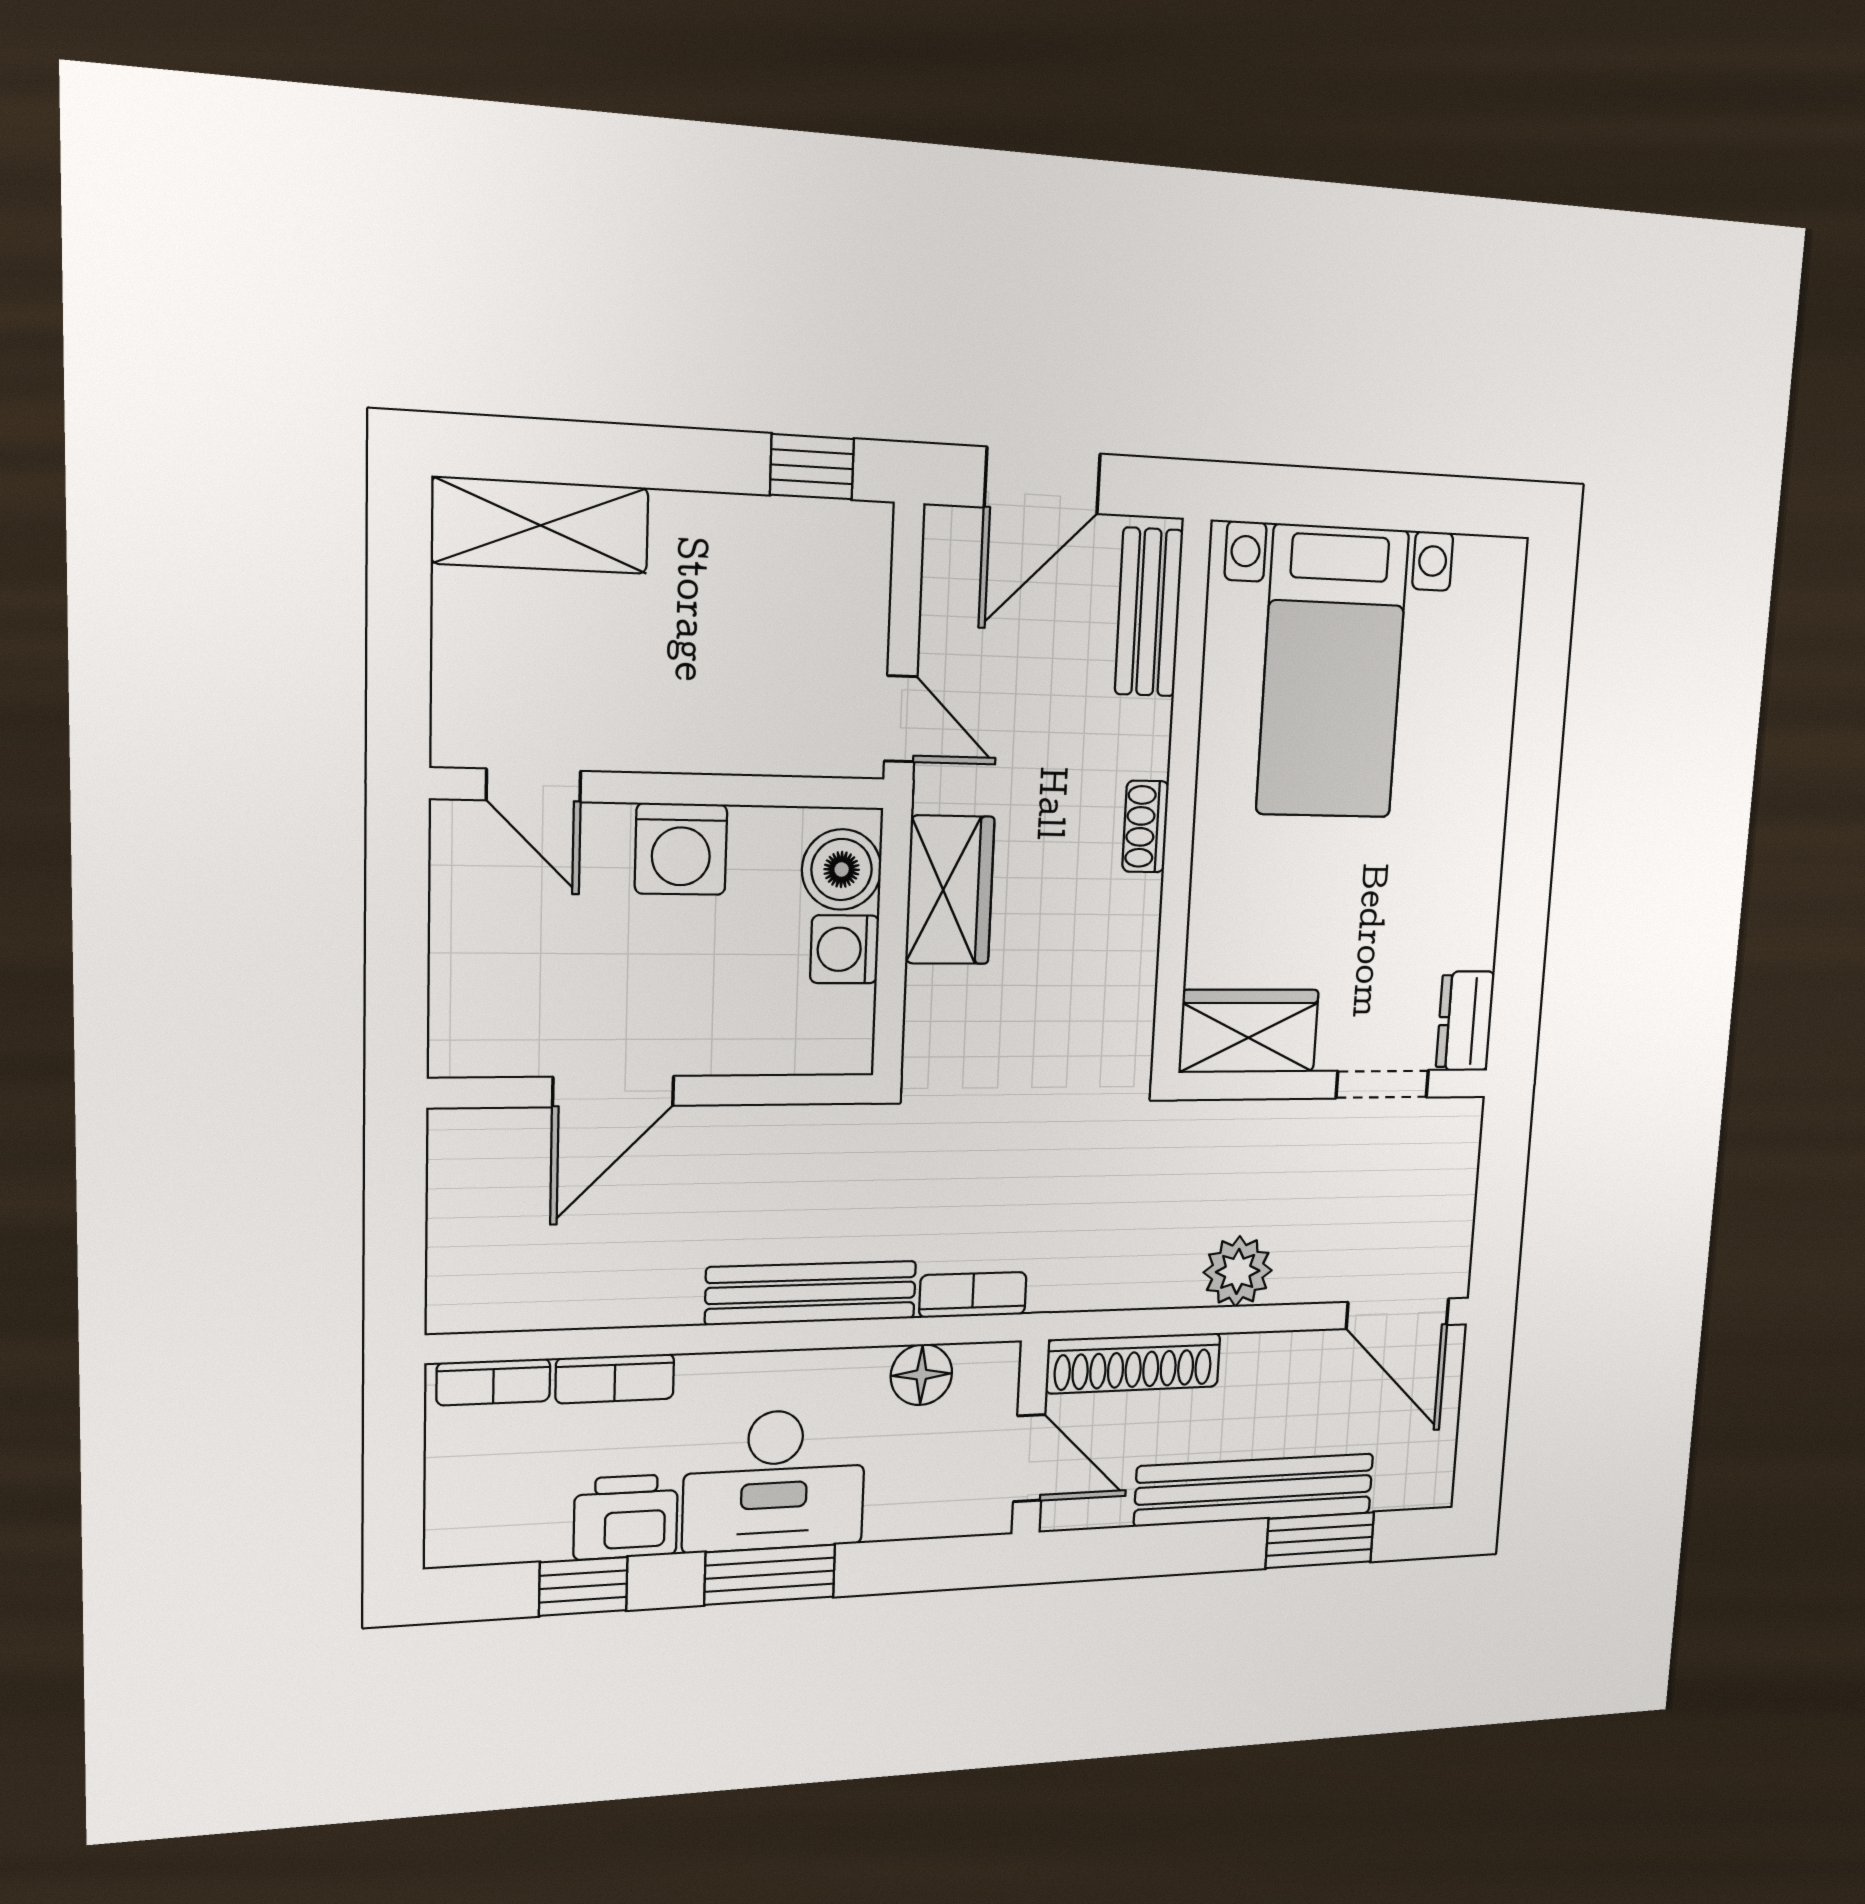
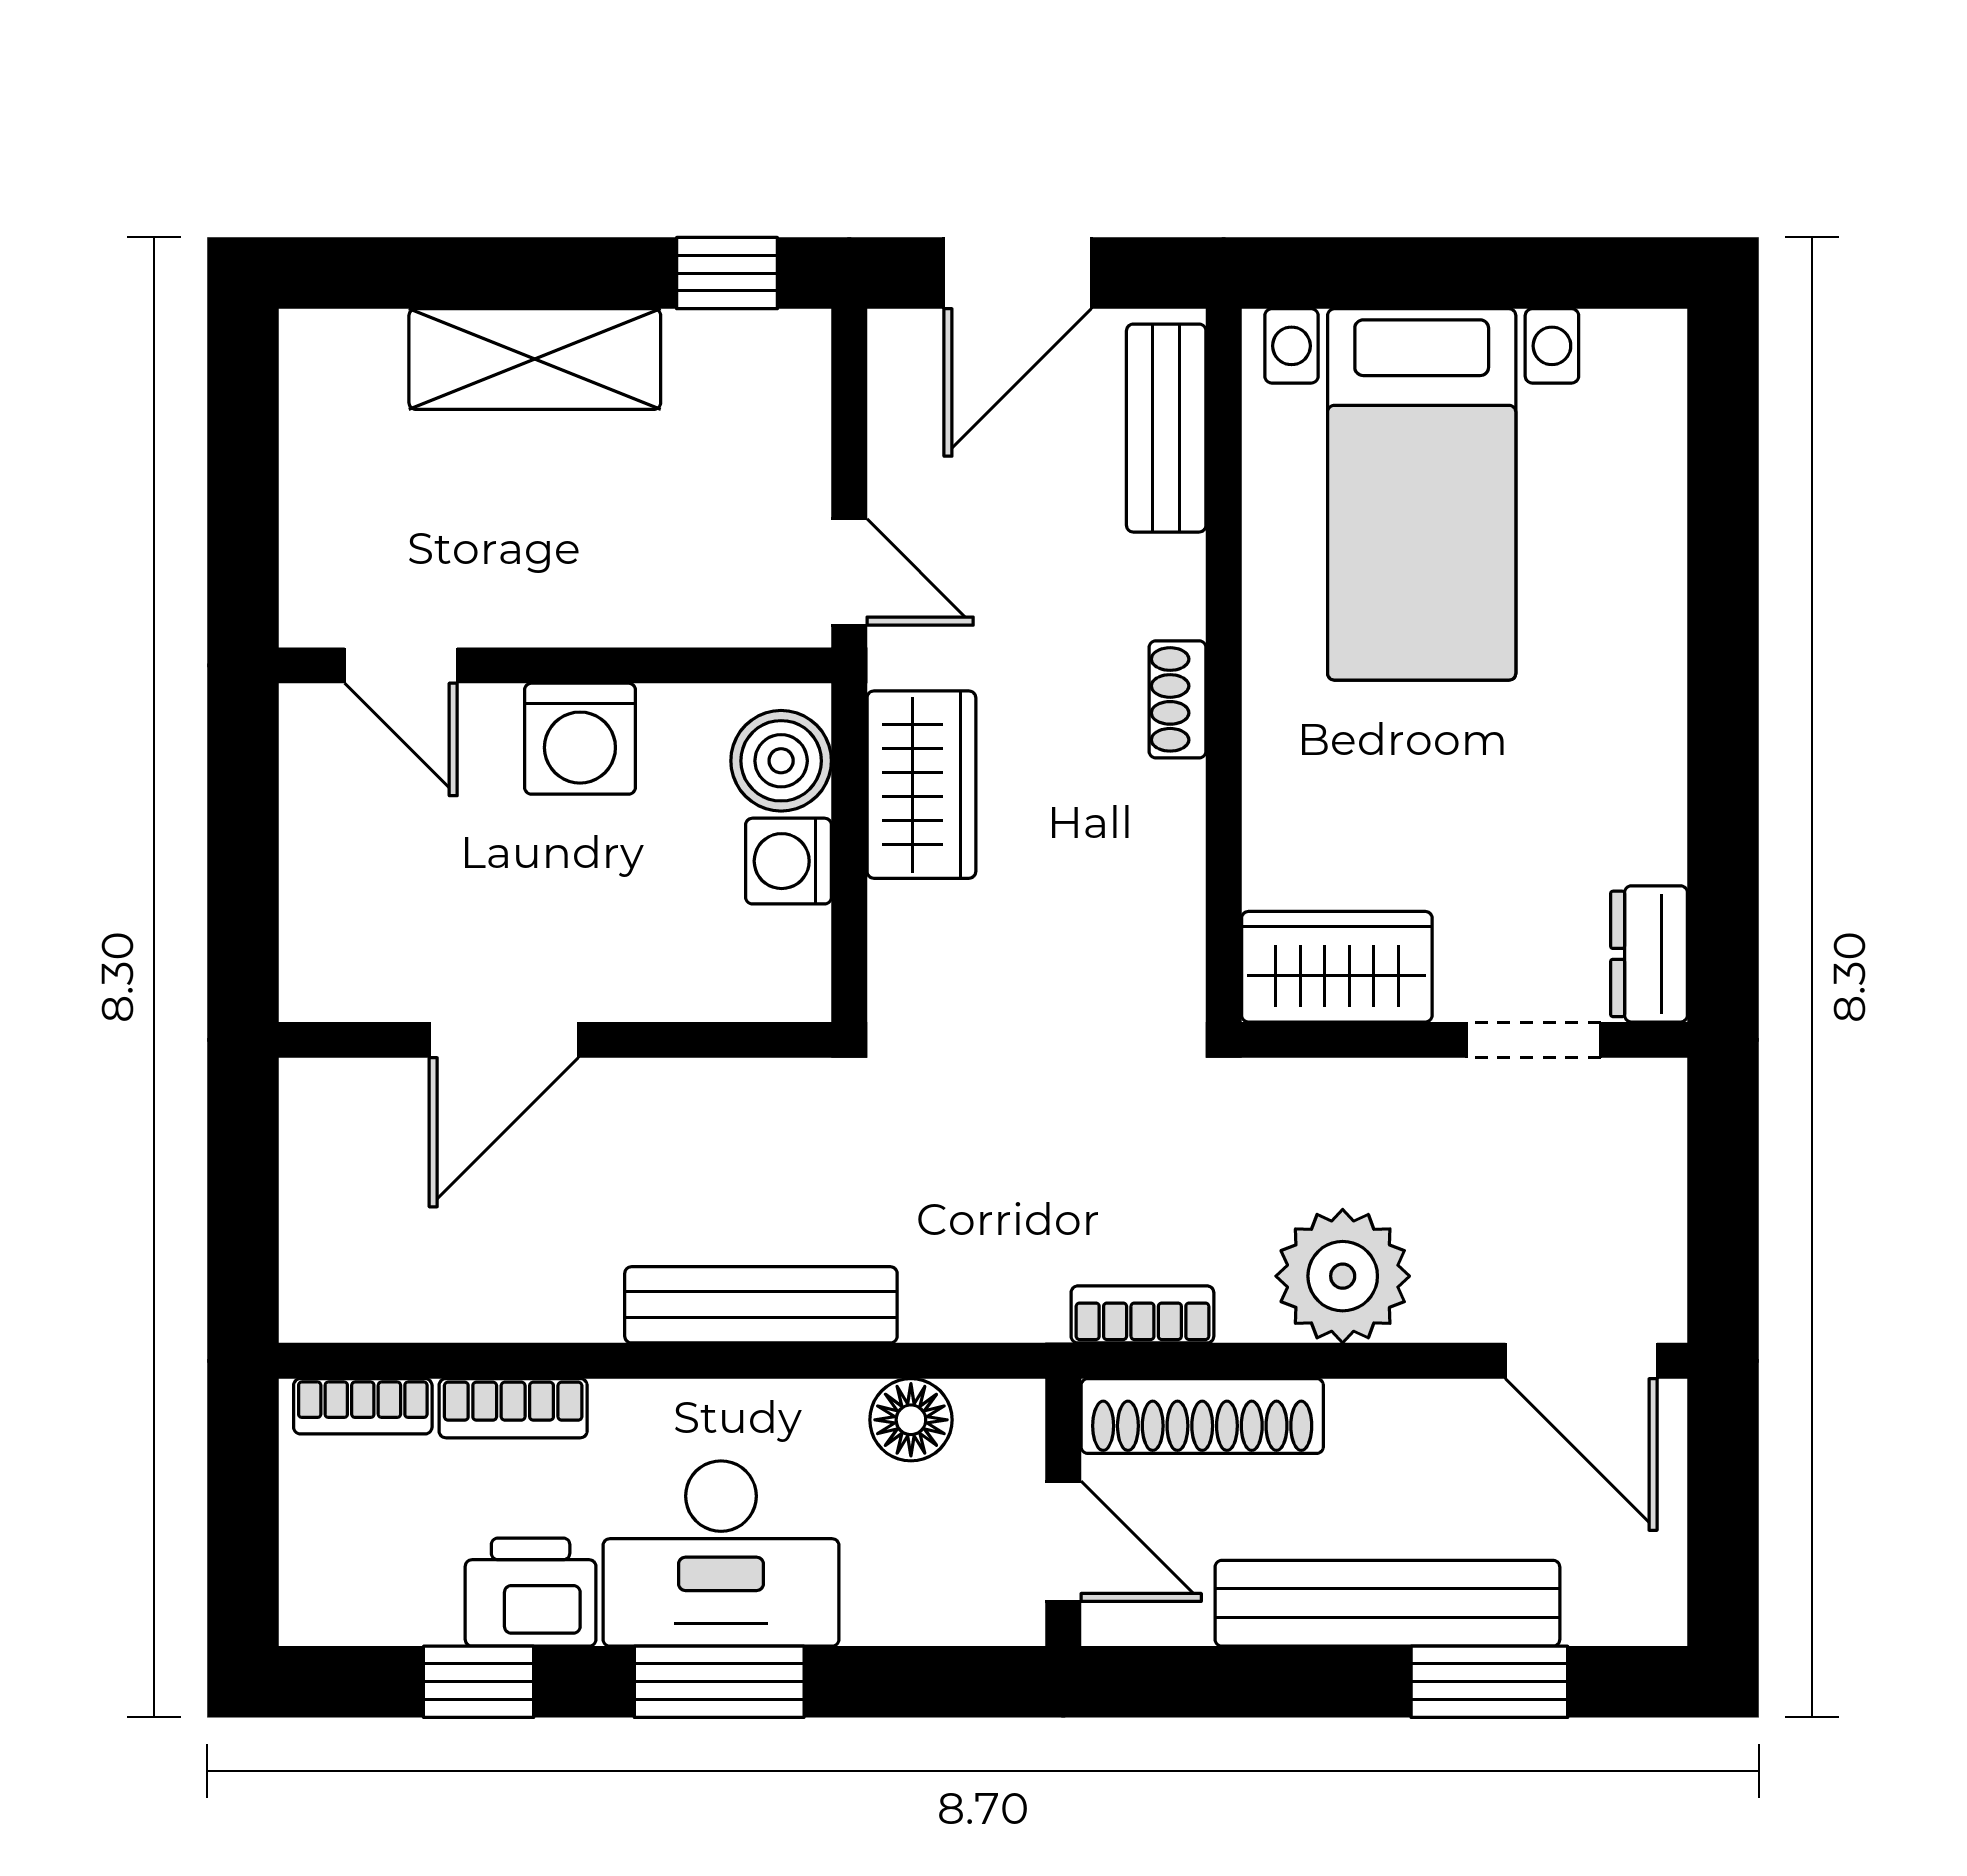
shelving: (540, 525) -> (535, 359), moved
plant: (1238, 1271) -> (1343, 1276), width x1.36, depth x1.36
bookcase: (973, 1295) -> (1142, 1314), moved

